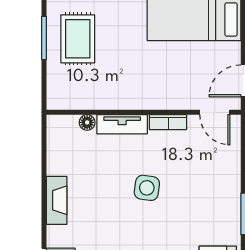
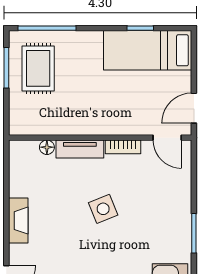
side table: (147, 188) -> (103, 209), turned -30

